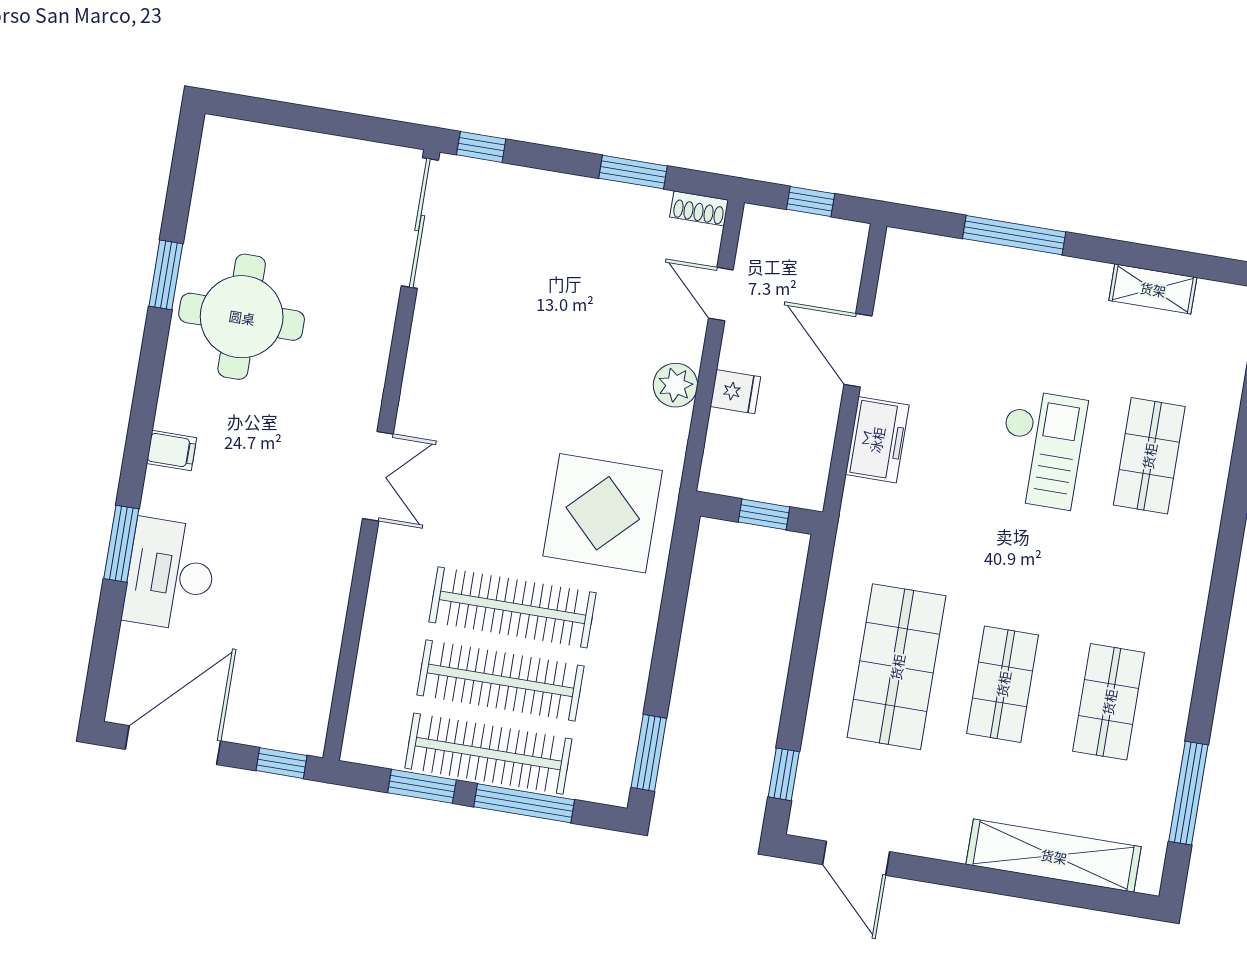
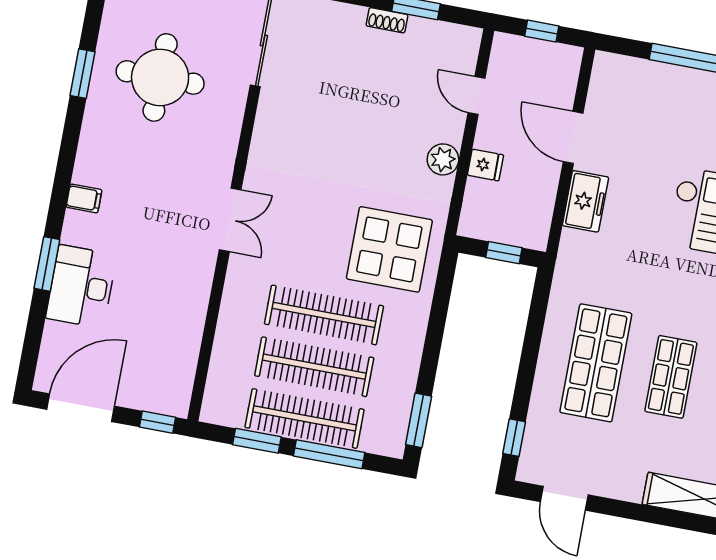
shoe rack: (699, 208) -> (387, 20), moved
round table: (242, 317) -> (160, 77), moved

